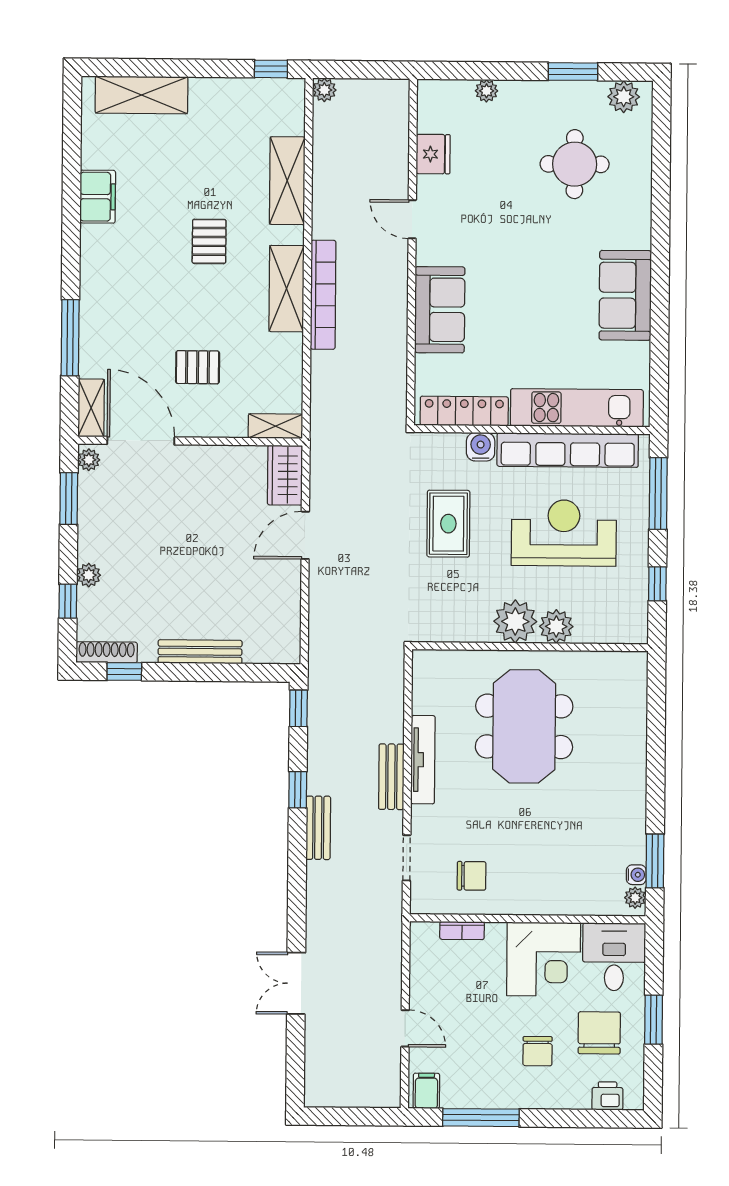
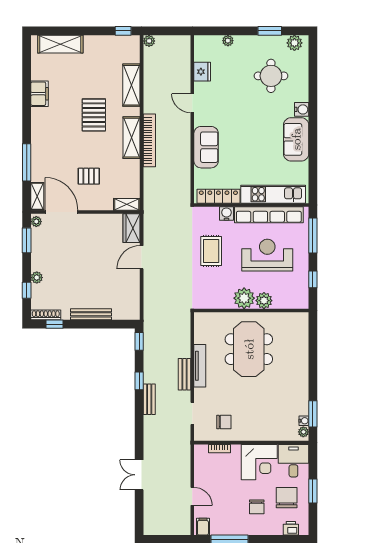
water cooler: (637, 234) -> (302, 109), added
pallet: (209, 241) -> (94, 115), width x1.50, depth x1.42

